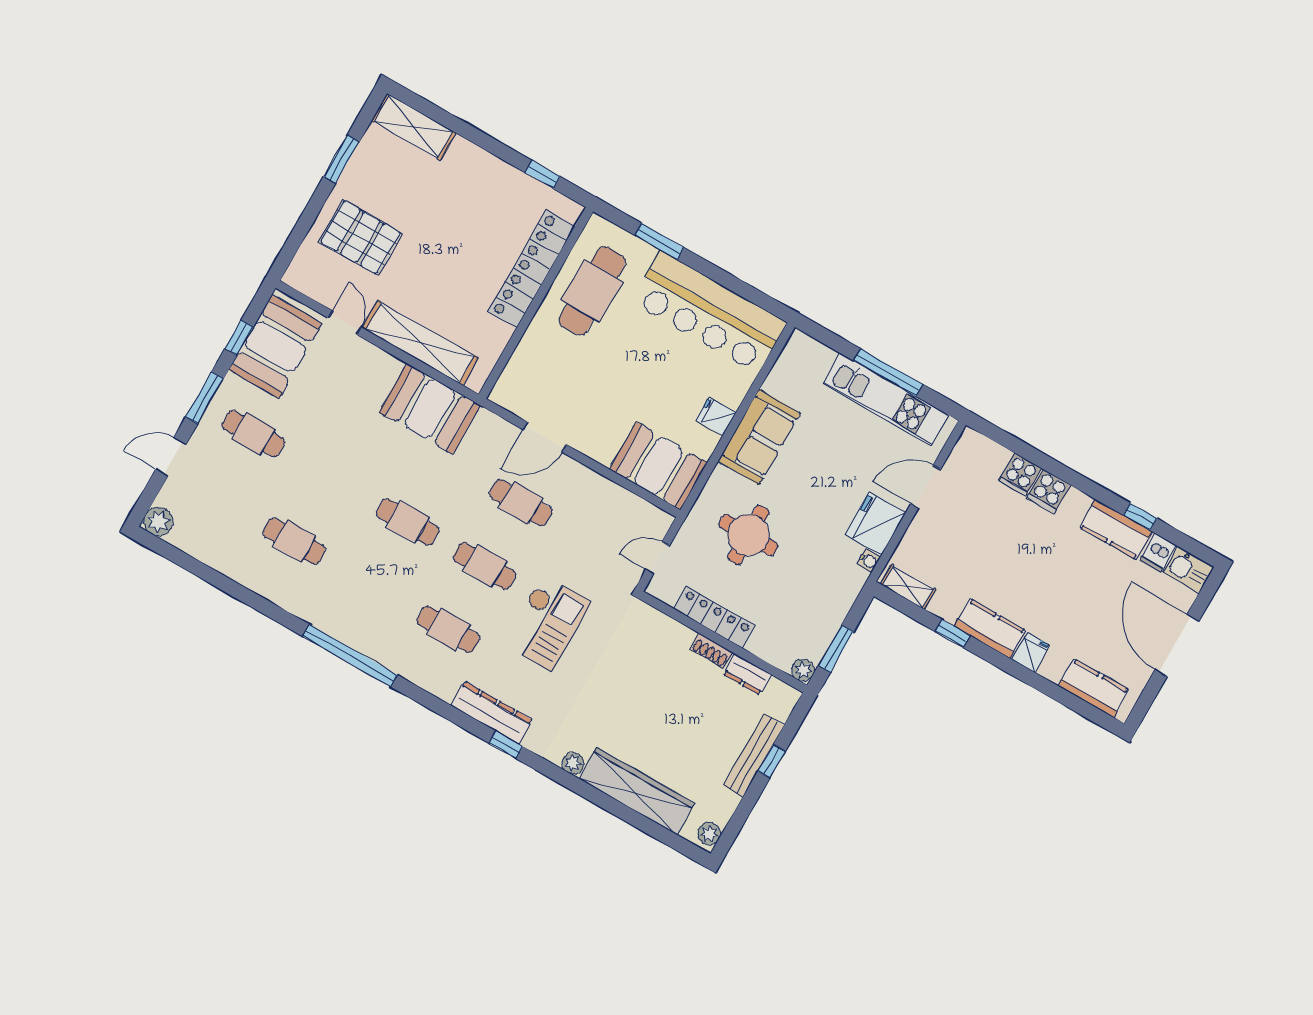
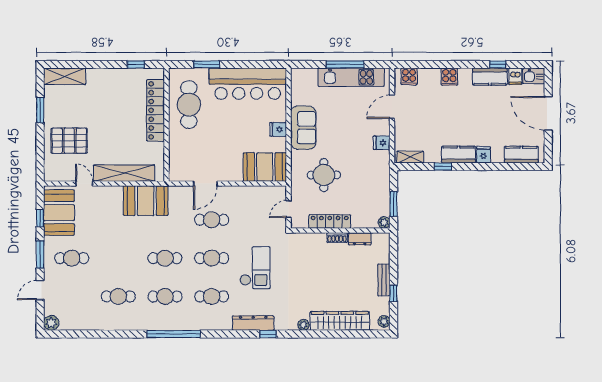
cooker: (1020, 474) -> (409, 76), moved
fridge: (876, 524) -> (382, 143), width x0.53, depth x0.75
water cooler: (869, 561) -> (385, 155), removed
cafe table: (371, 585) -> (165, 296), added
bench: (754, 755) -> (384, 280), width x0.73
window: (771, 761) -> (393, 293), moved

